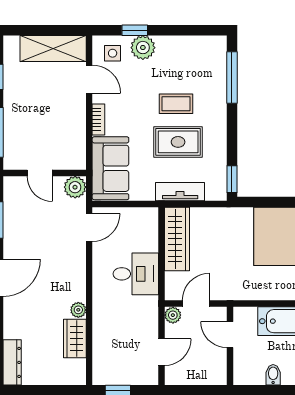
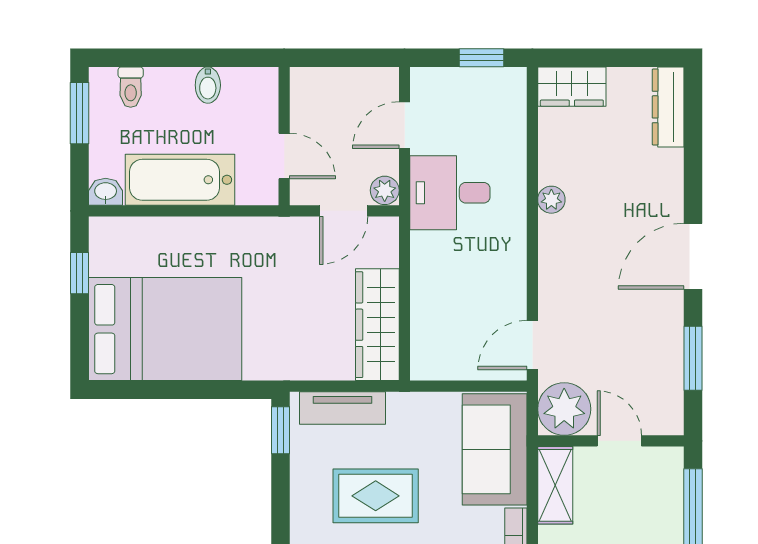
shelving: (76, 148) -> (555, 485), added
plant: (75, 187) -> (564, 409), width x1.36, depth x1.36
tv unit: (180, 192) -> (343, 408), moved
desk: (136, 274) -> (450, 193), moved
wardrobe: (75, 339) -> (572, 87), moved, turned 90

